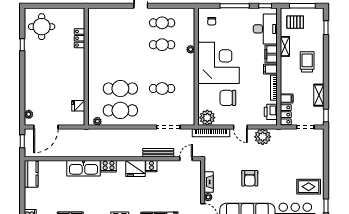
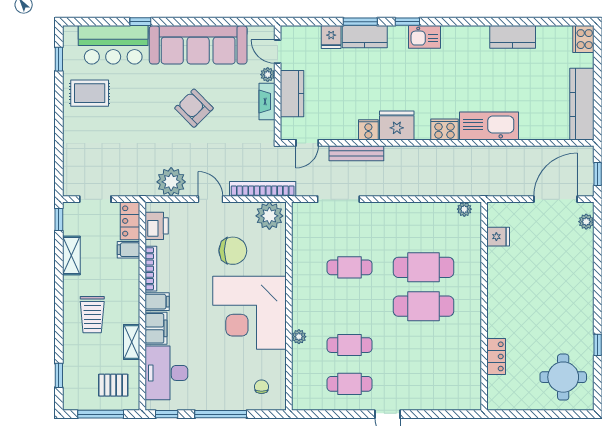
cafe table: (120, 110) -> (423, 306), moved
kitchen counter: (31, 174) -> (582, 104), width x1.50
armchair: (250, 178) -> (194, 108), turned -45
kitchen counter: (194, 186) -> (292, 94), added

